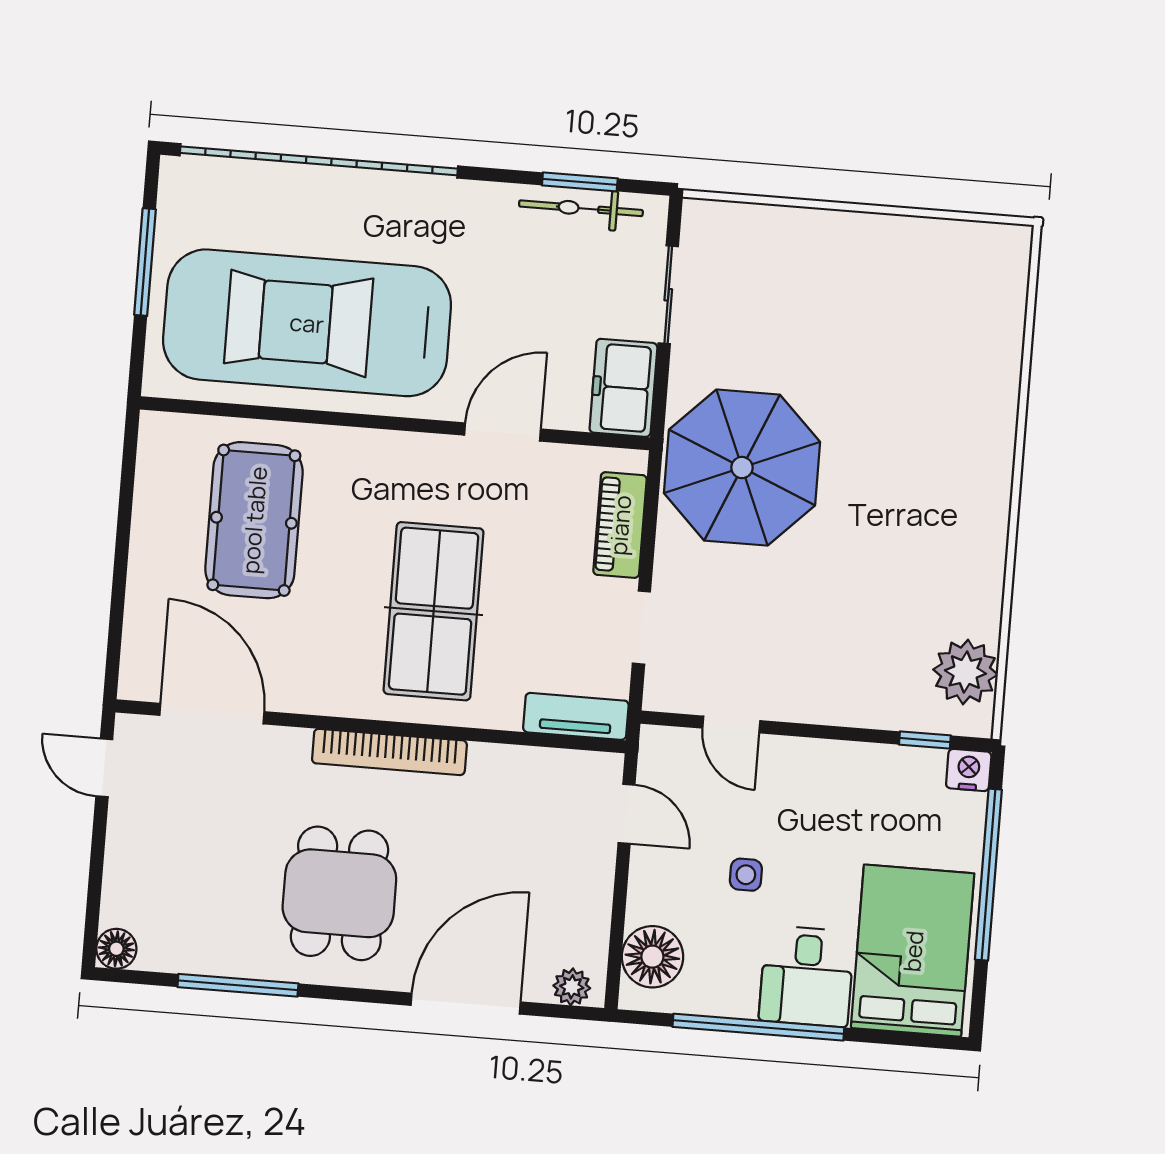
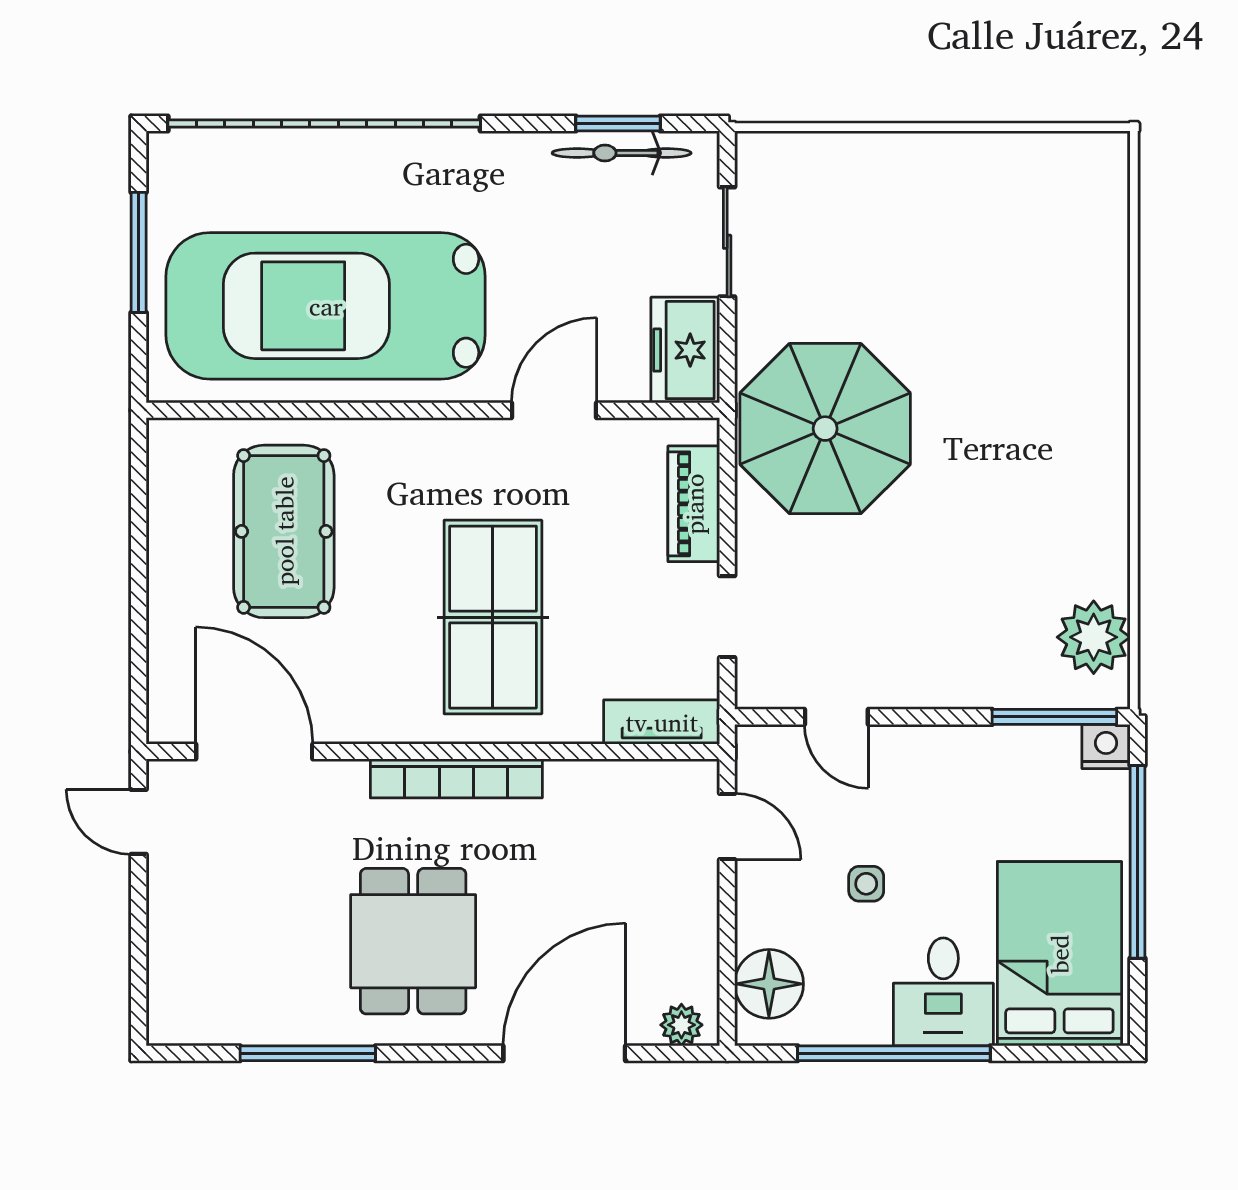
window: (925, 740) -> (1054, 717), width x2.17
floor lamp: (116, 949) -> (168, 1023), removed

